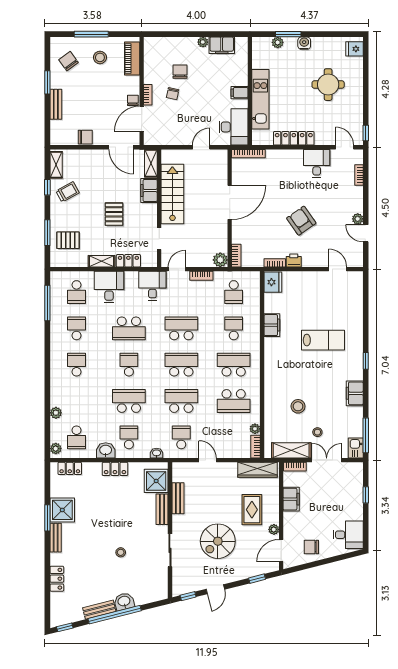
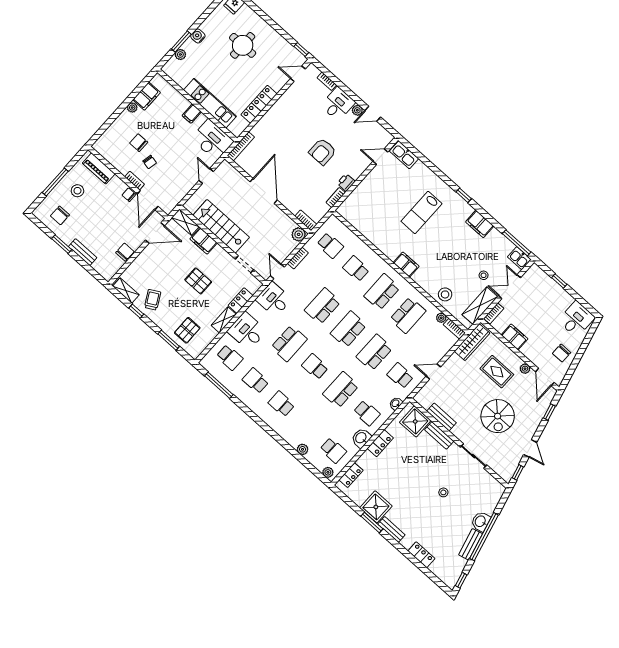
chair: (69, 61) -> (60, 215), turned -54
desk: (317, 163) -> (338, 104), moved, turned 90
armchair: (301, 221) -> (322, 152), turned -55
fridge: (273, 282) -> (348, 211), removed
kitchen sink: (356, 286) -> (404, 155), added
filing cabinet: (272, 325) -> (406, 265), moved
lab bench: (323, 340) -> (421, 212), turned 180
stool: (298, 406) -> (445, 294), moved
school desk: (129, 437) -> (367, 413), turned 180

